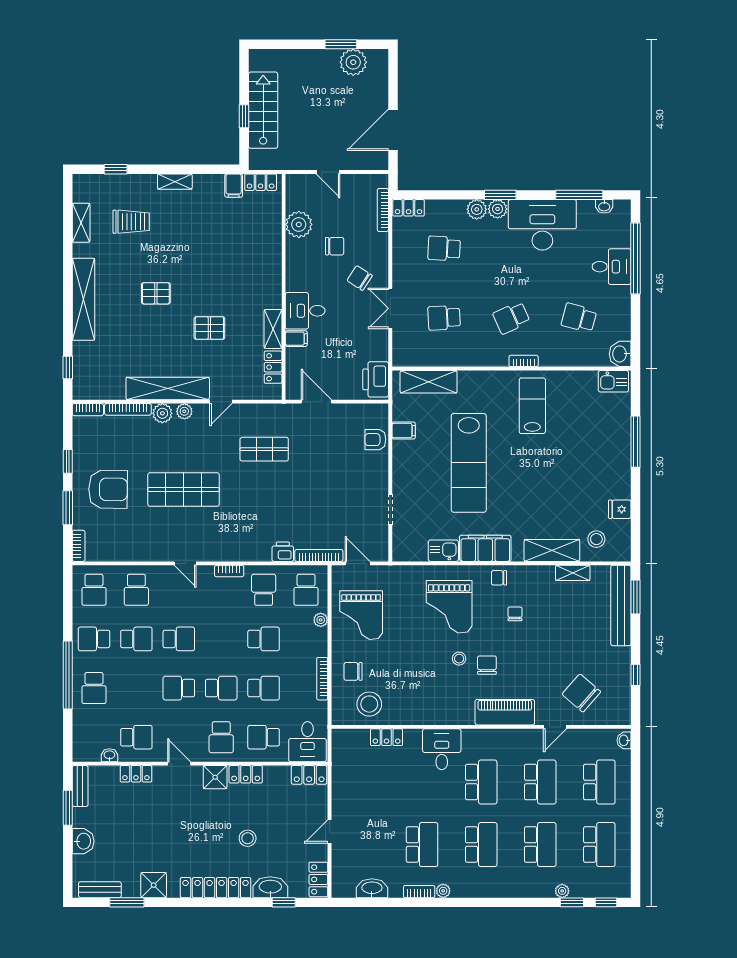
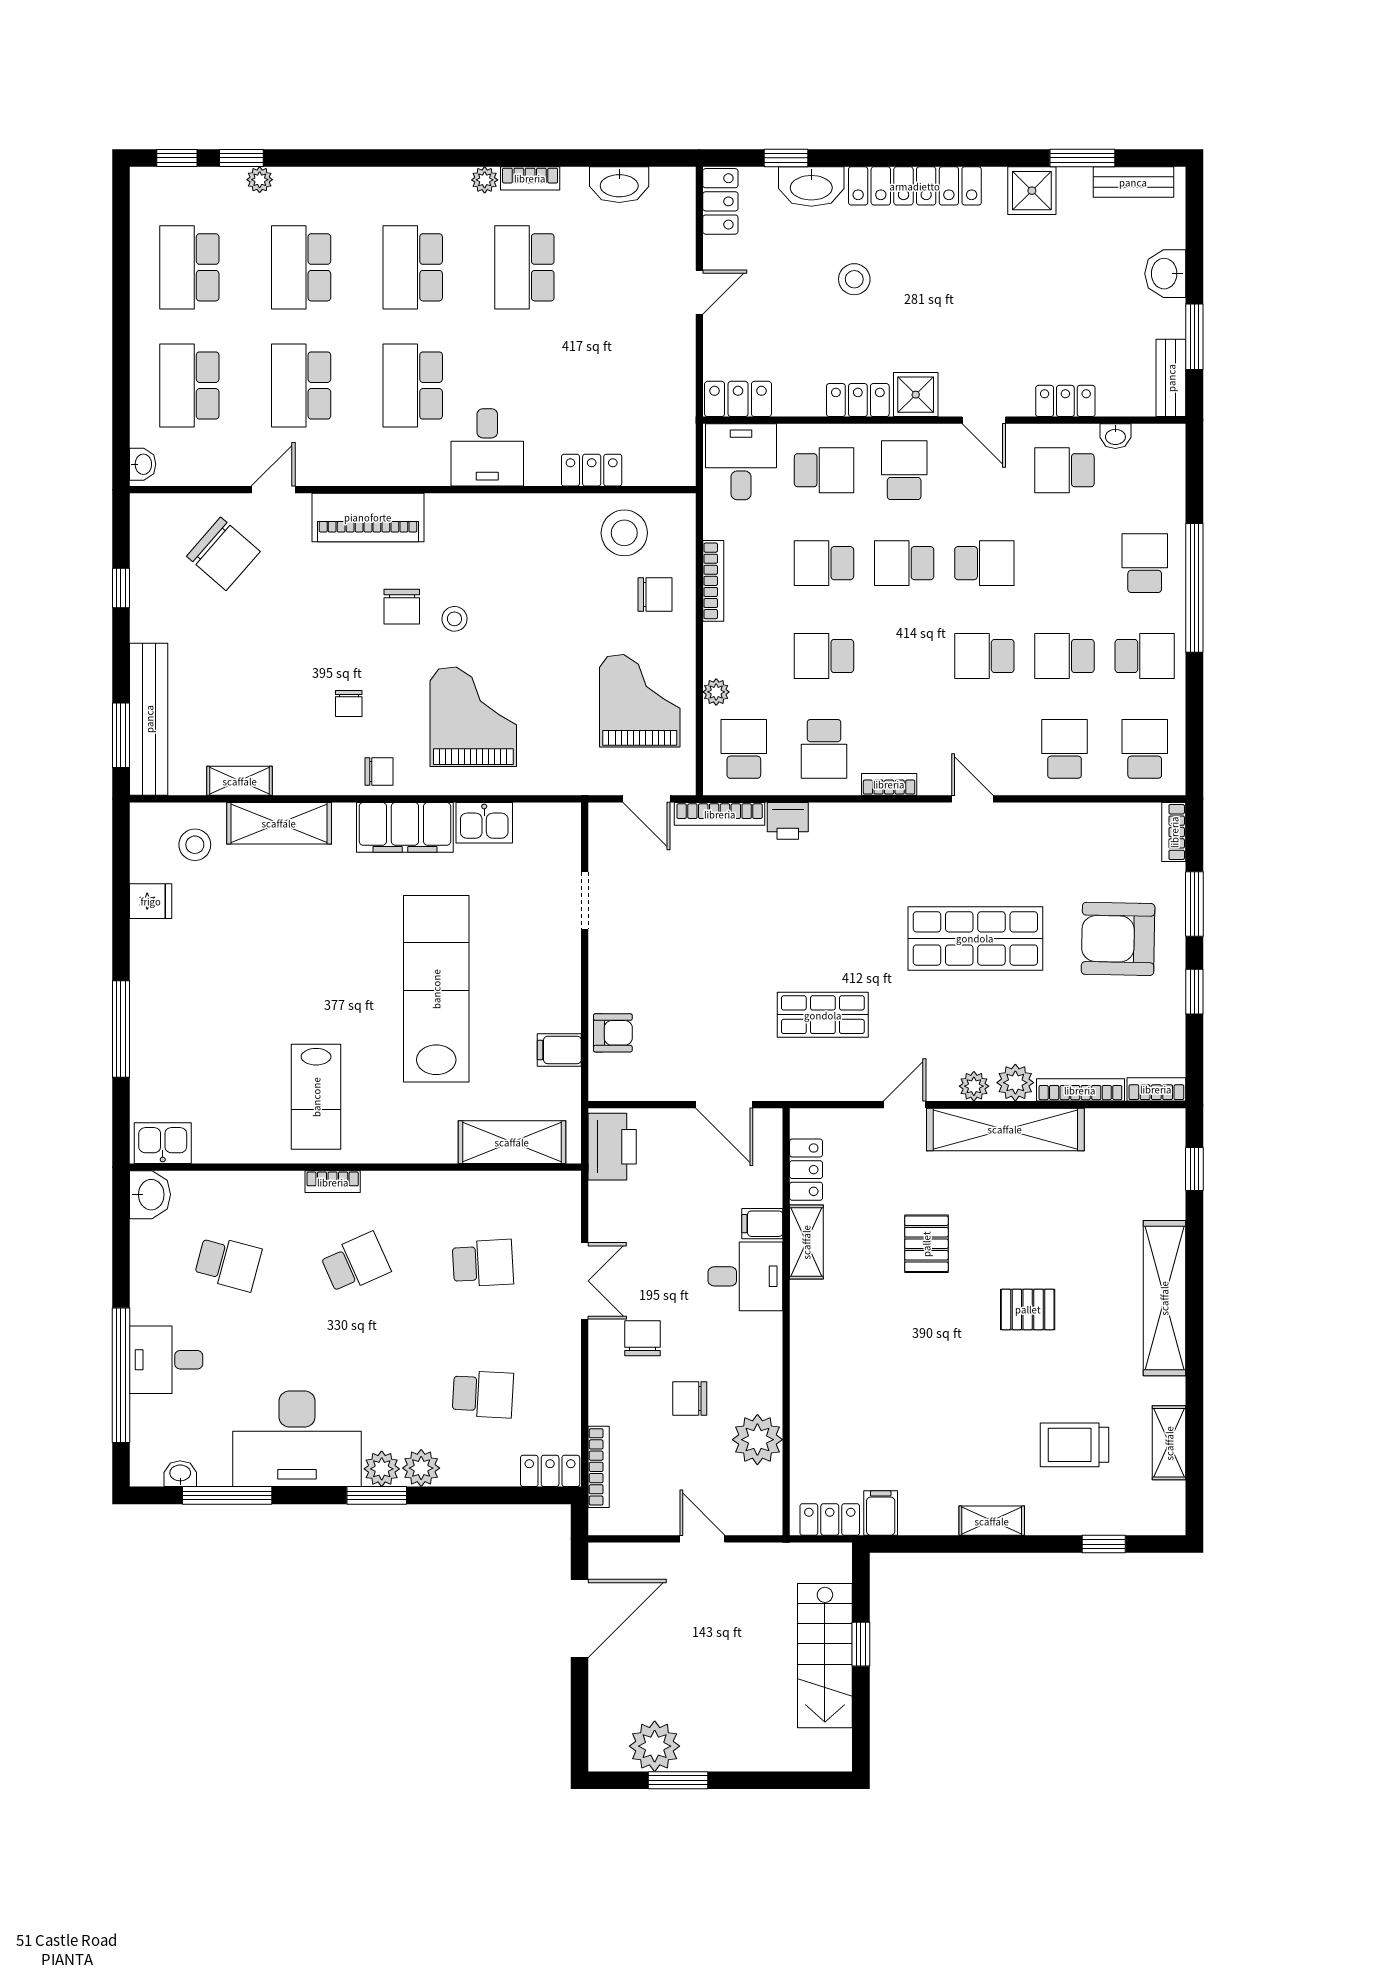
chair: (360, 278) -> (642, 1338), turned -123
pallet: (209, 328) -> (926, 1244), turned 90

